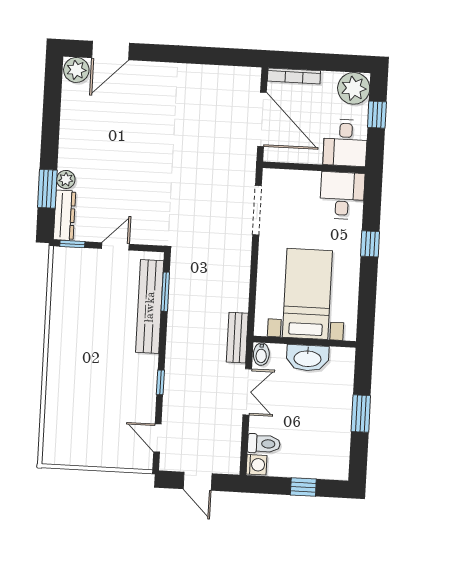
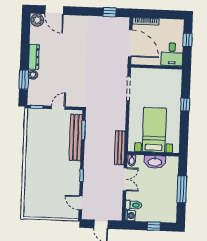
door: (111, 50) -> (54, 10), hinge flipped
window: (222, 56) -> (110, 12), added
plant: (354, 88) -> (176, 27), removed
desk: (342, 196) -> (171, 81), removed
dresser: (65, 215) -> (34, 57), moved
bench: (237, 338) -> (120, 148), width x1.36
window: (361, 414) -> (182, 189), width x1.44

